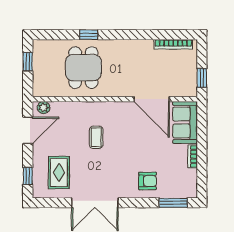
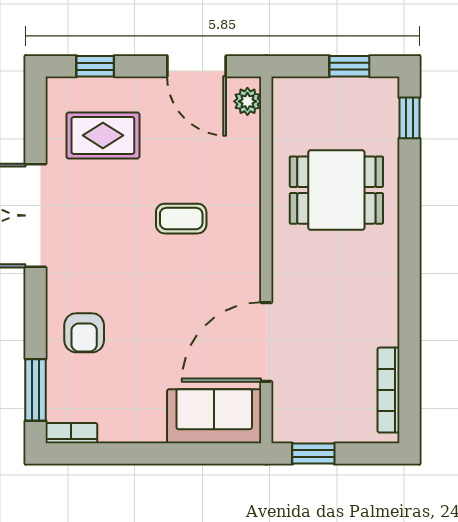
window: (89, 35) -> (409, 118), moved
bookcase: (193, 156) -> (71, 433), moved

